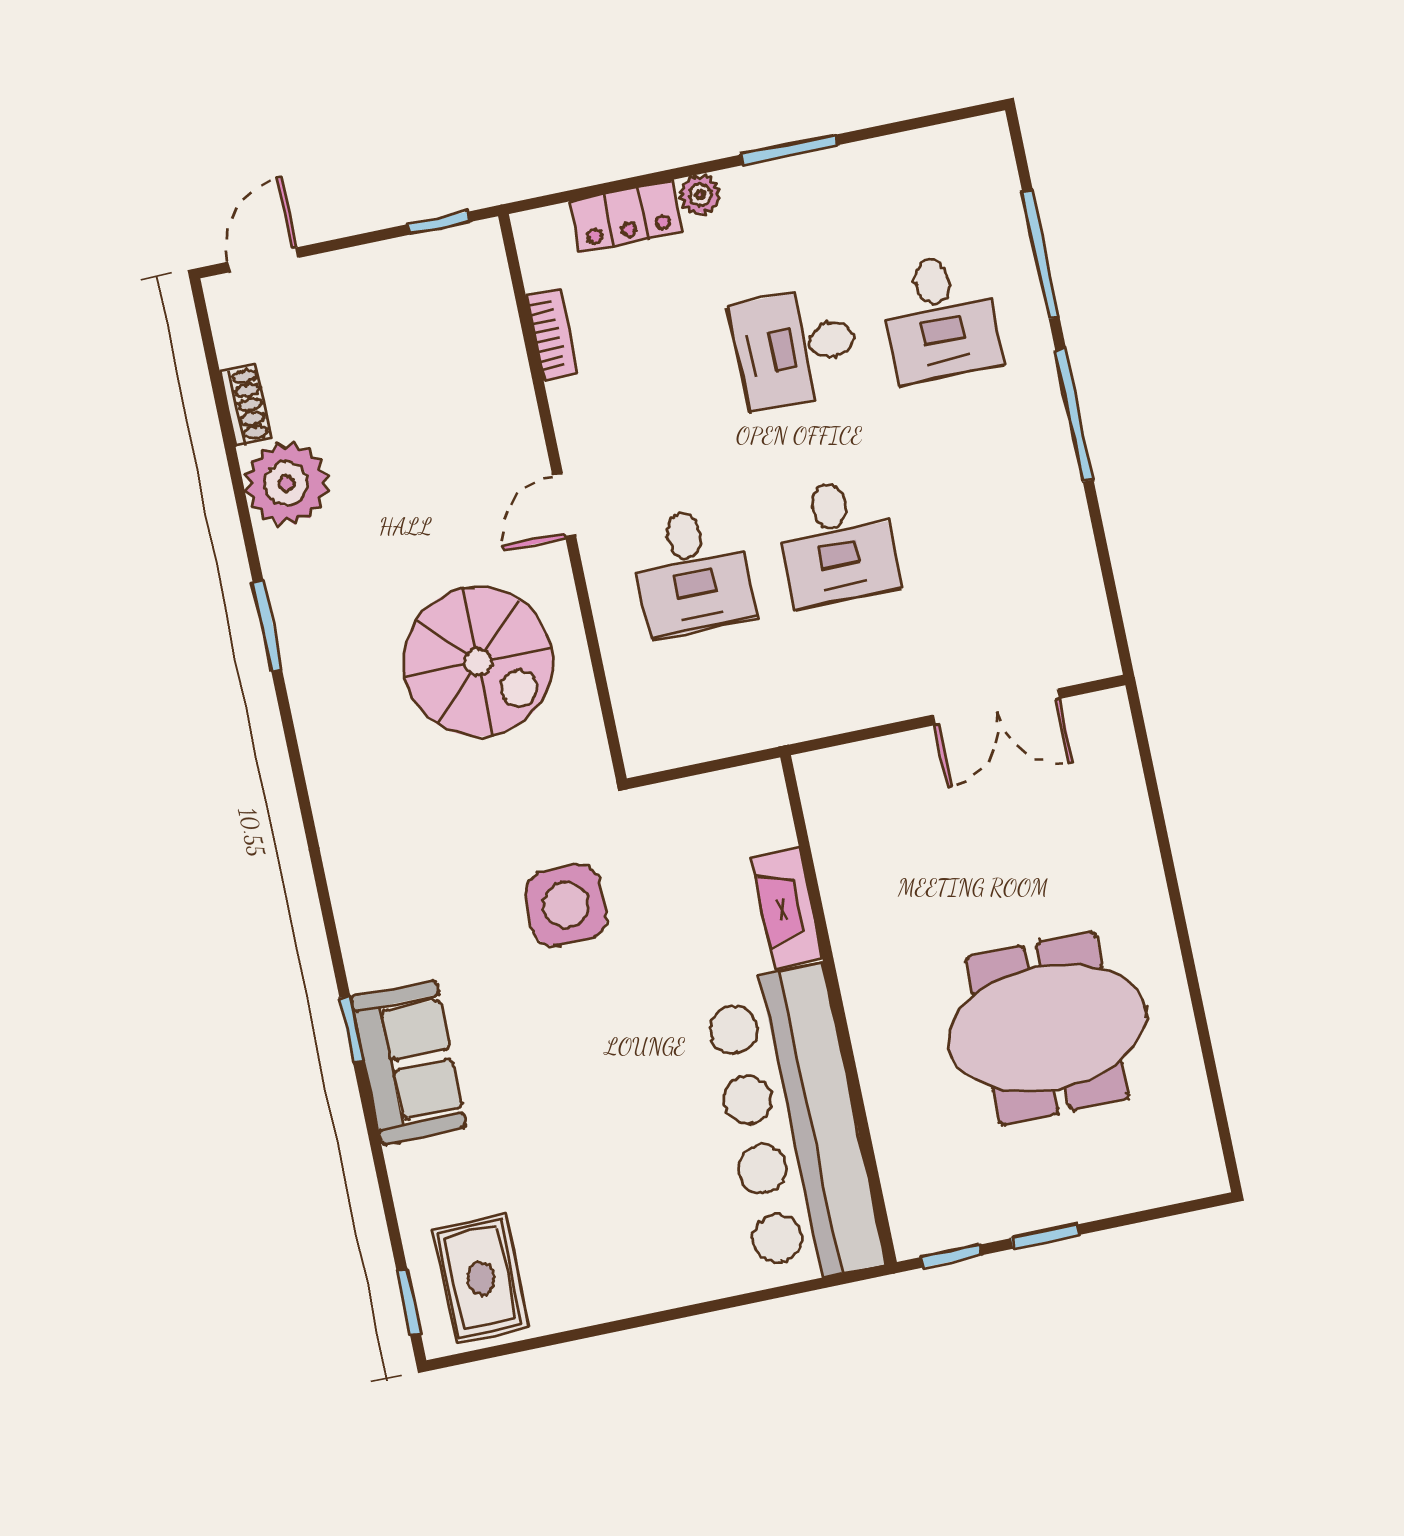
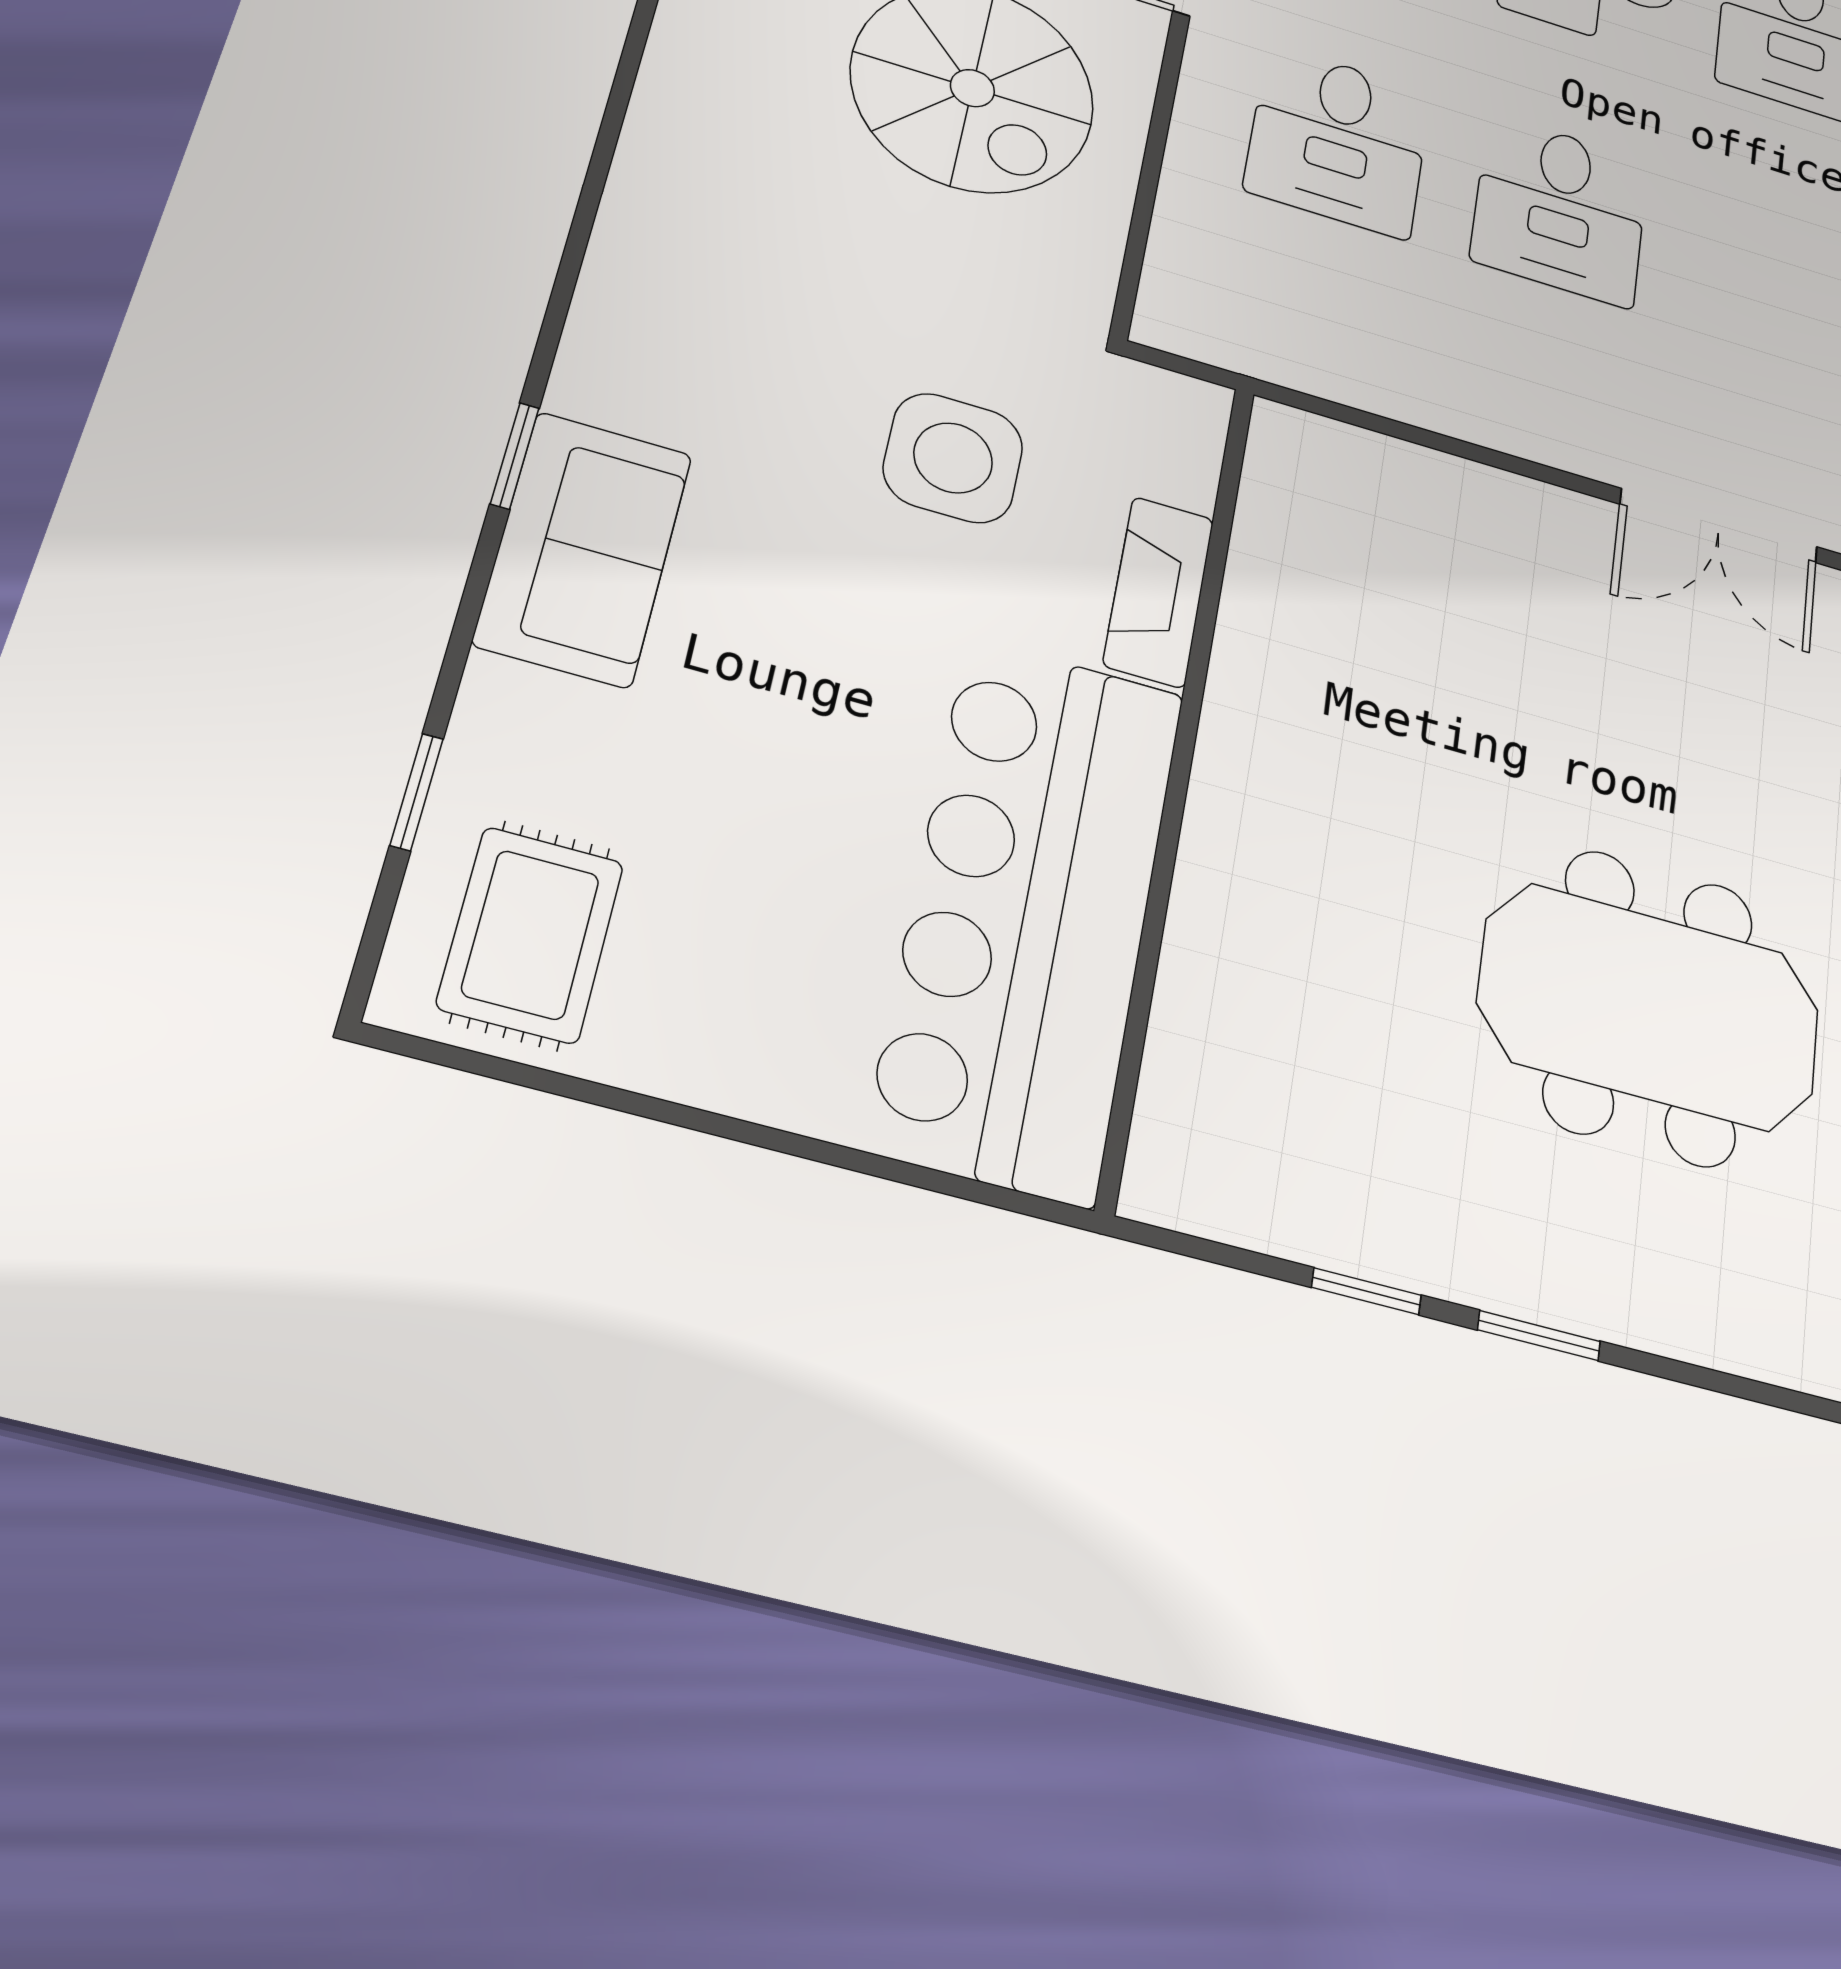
fireplace: (787, 908) -> (1159, 592), moved
wall: (839, 1010) -> (1179, 776), moved
bar counter: (793, 1126) -> (1029, 913), moved
window: (409, 1302) -> (417, 792), moved

